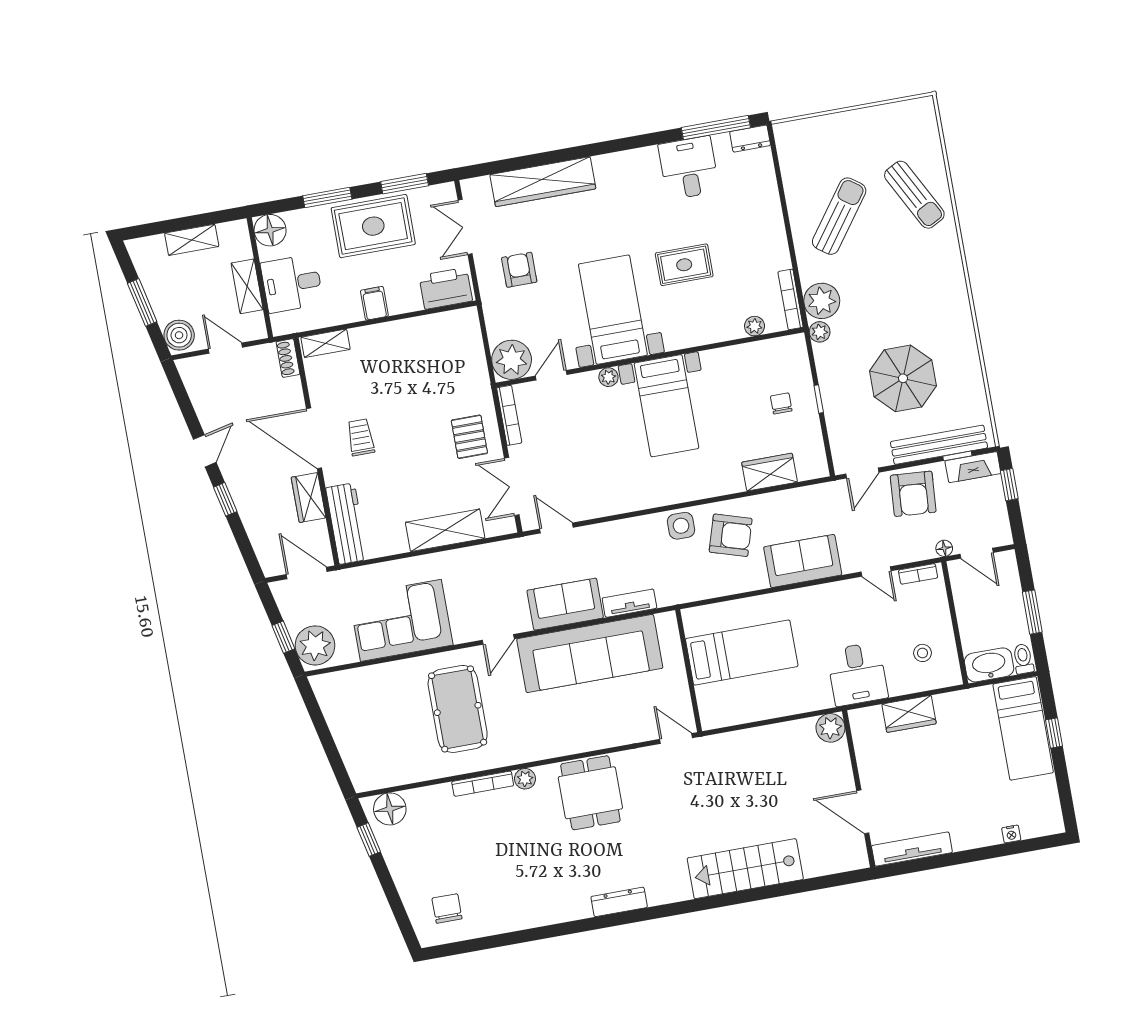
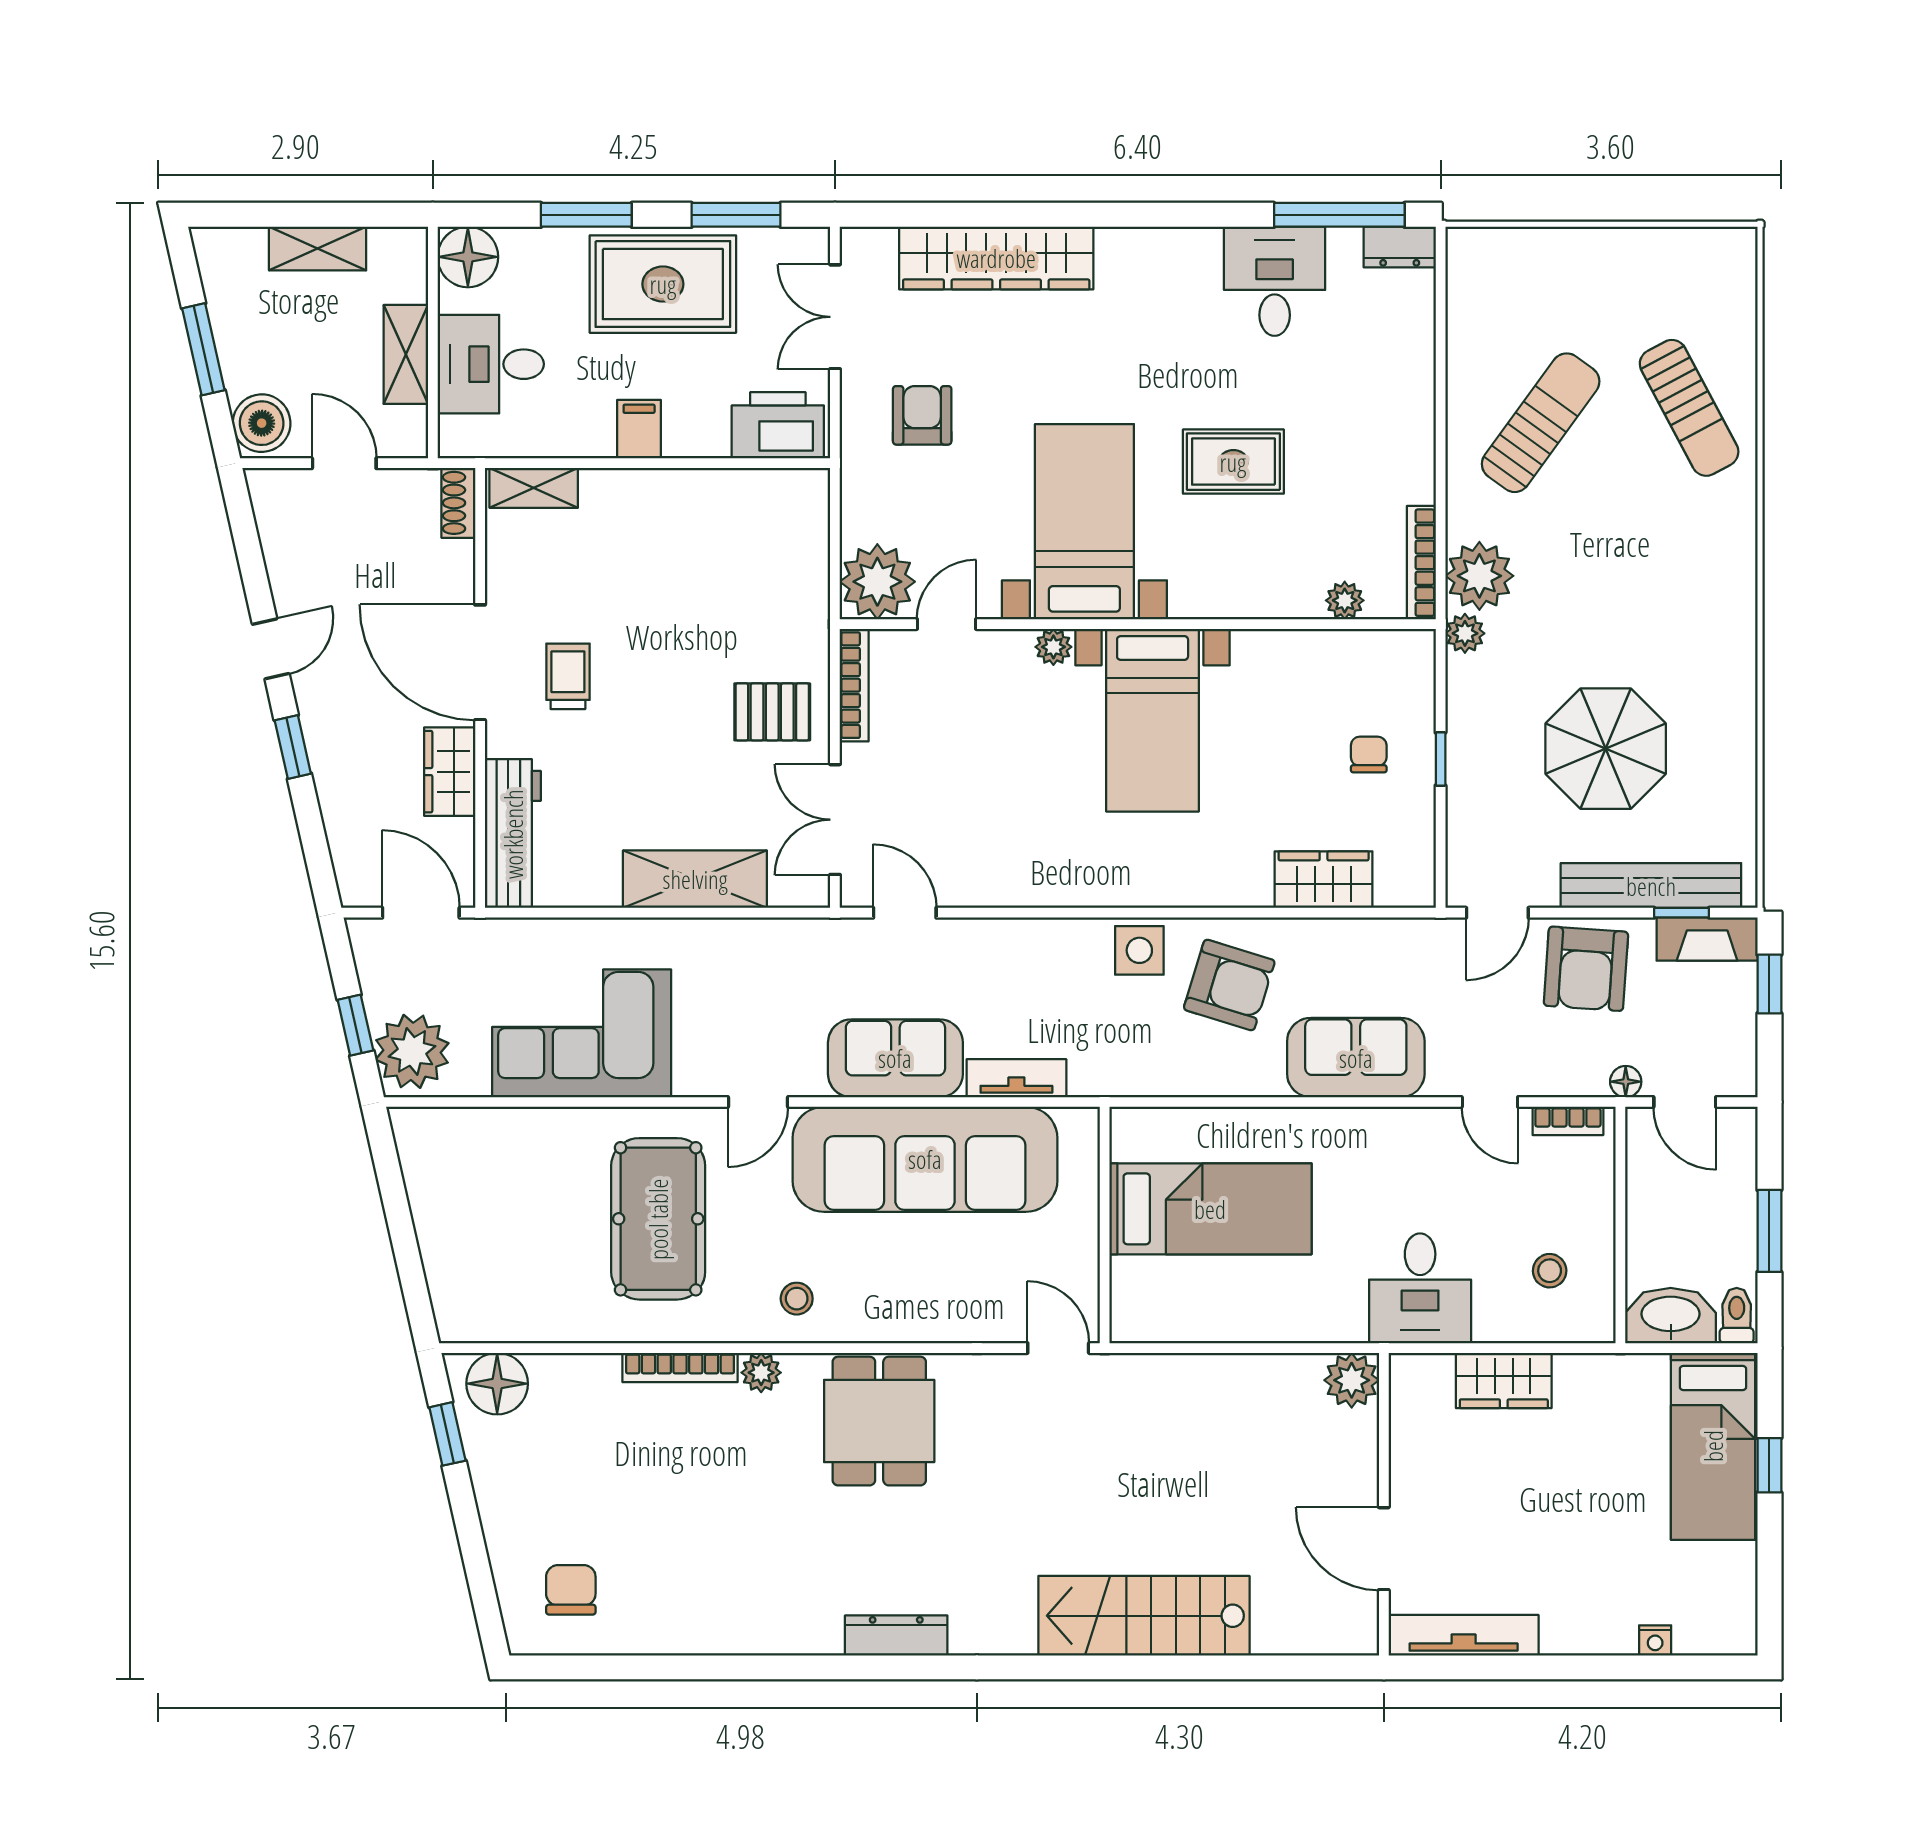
pallet: (469, 437) -> (772, 712), turned 90
stool: (536, 737) -> (797, 1299), added

